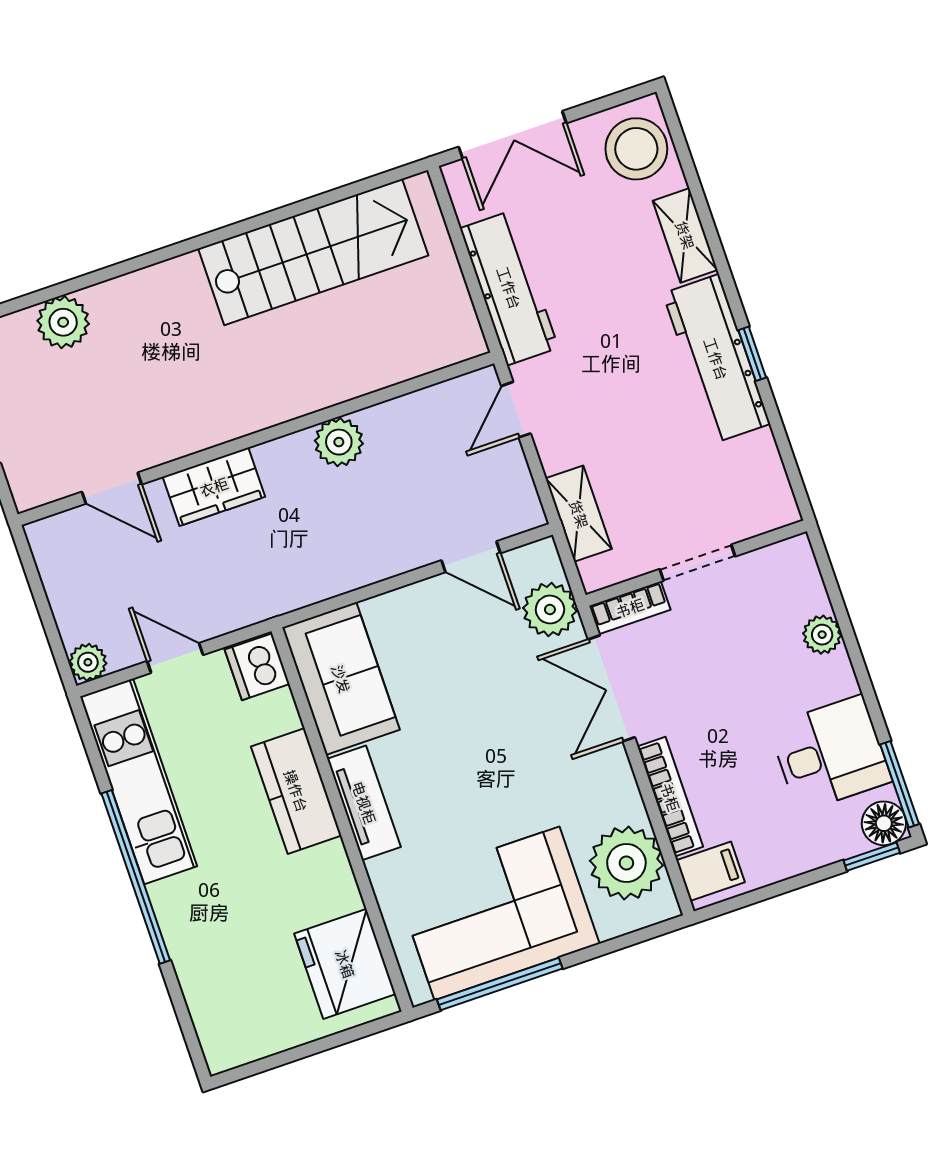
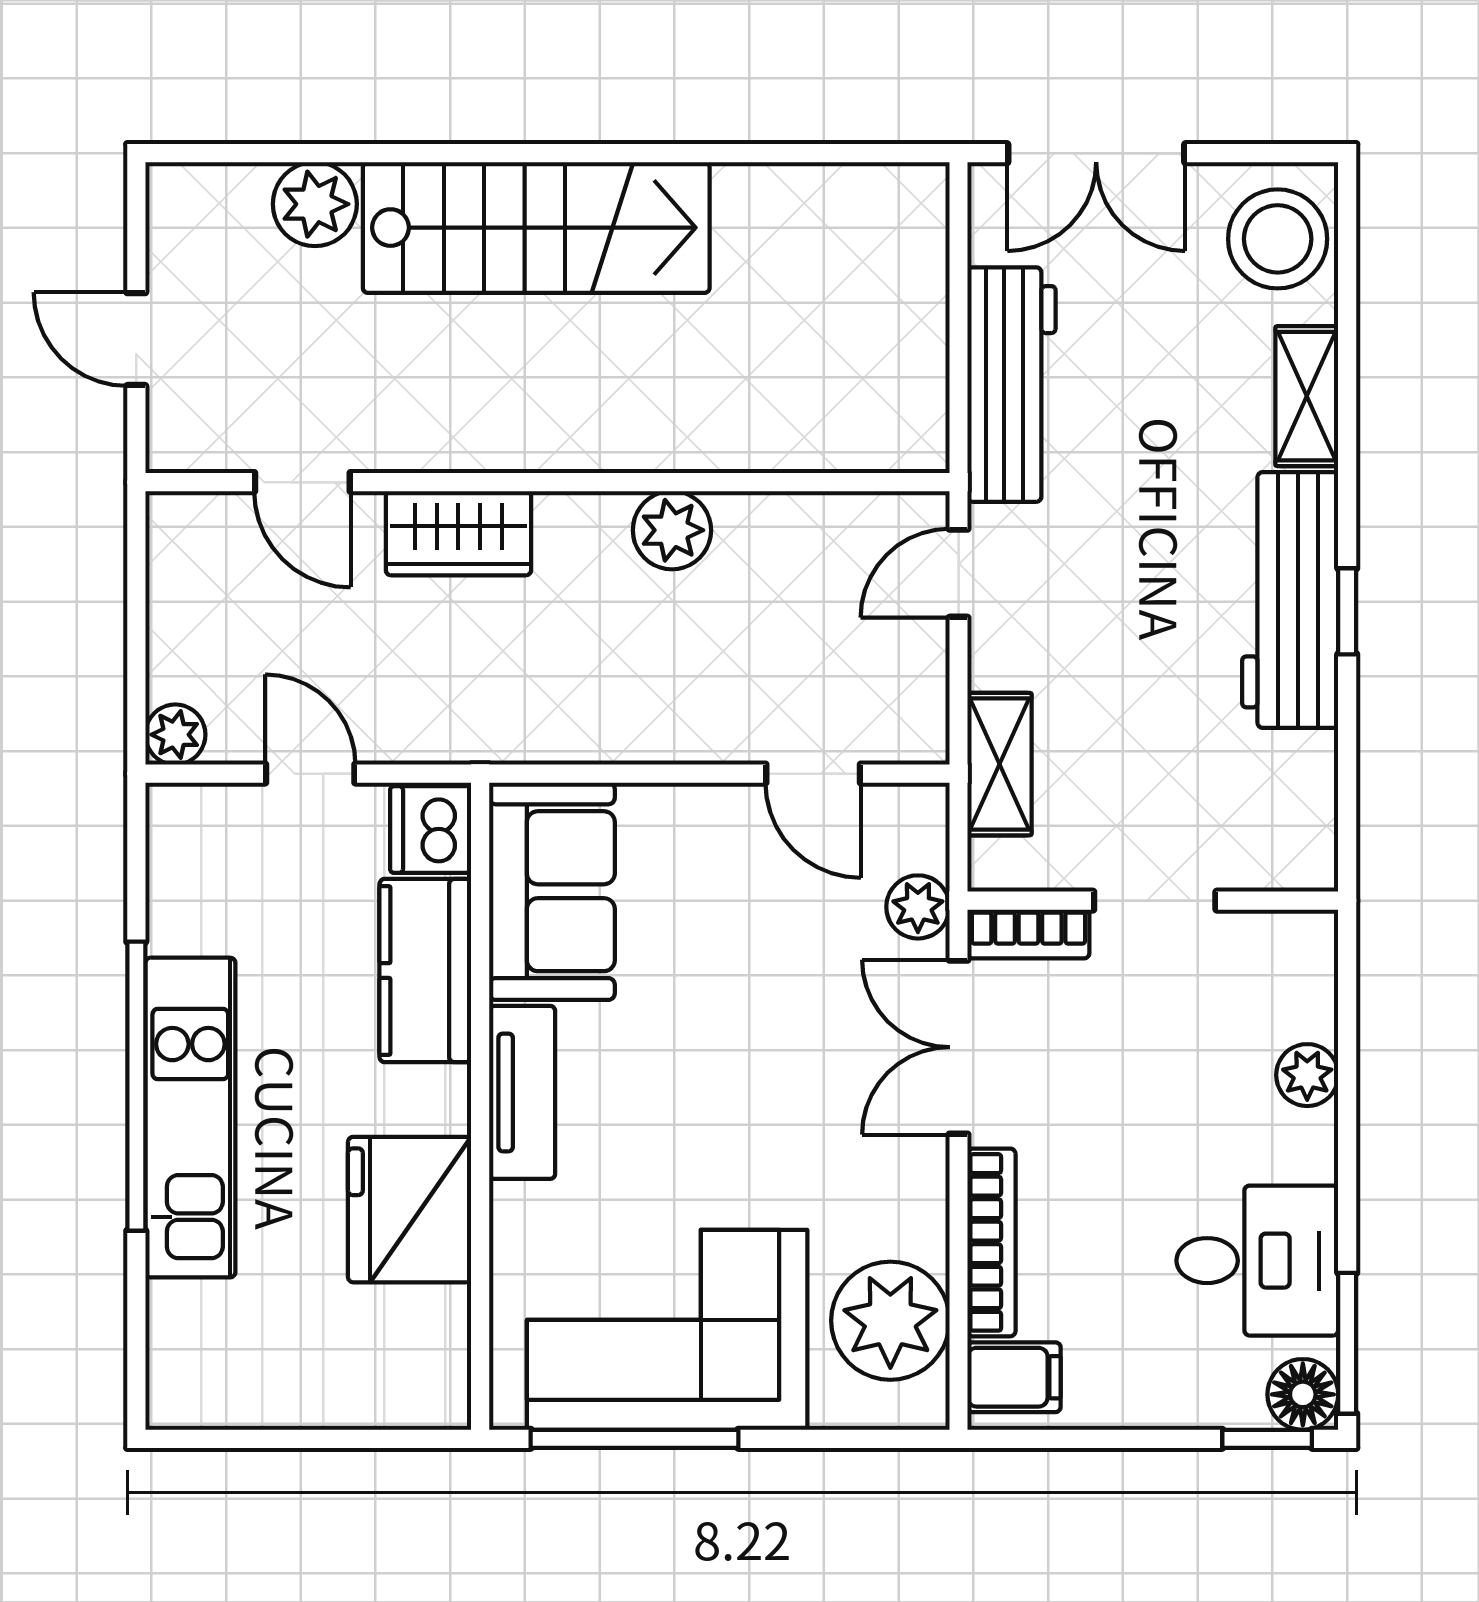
stairs: (313, 252) -> (536, 228), moved
plant: (550, 610) -> (918, 907), width x0.73, depth x0.73
kitchen unit: (139, 781) -> (190, 1118), moved
kitchen counter: (296, 791) -> (425, 971), moved
fridge: (345, 964) -> (410, 1210), moved

